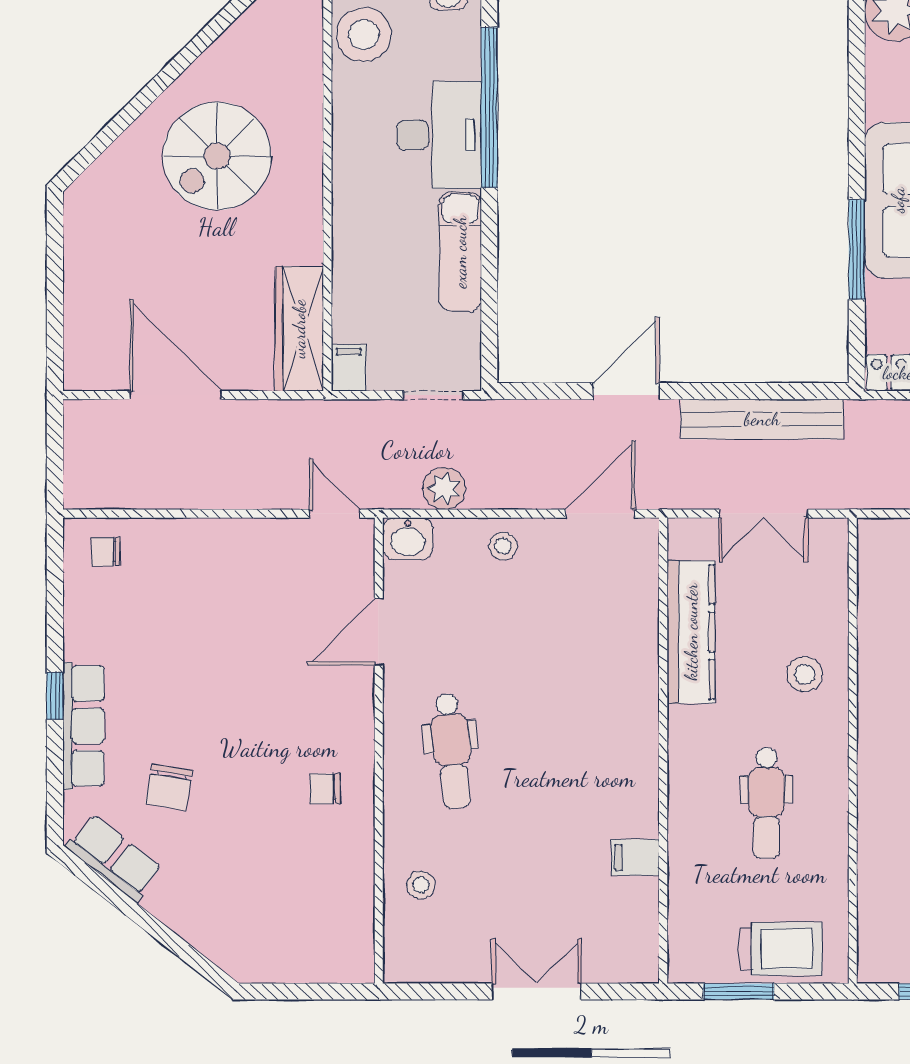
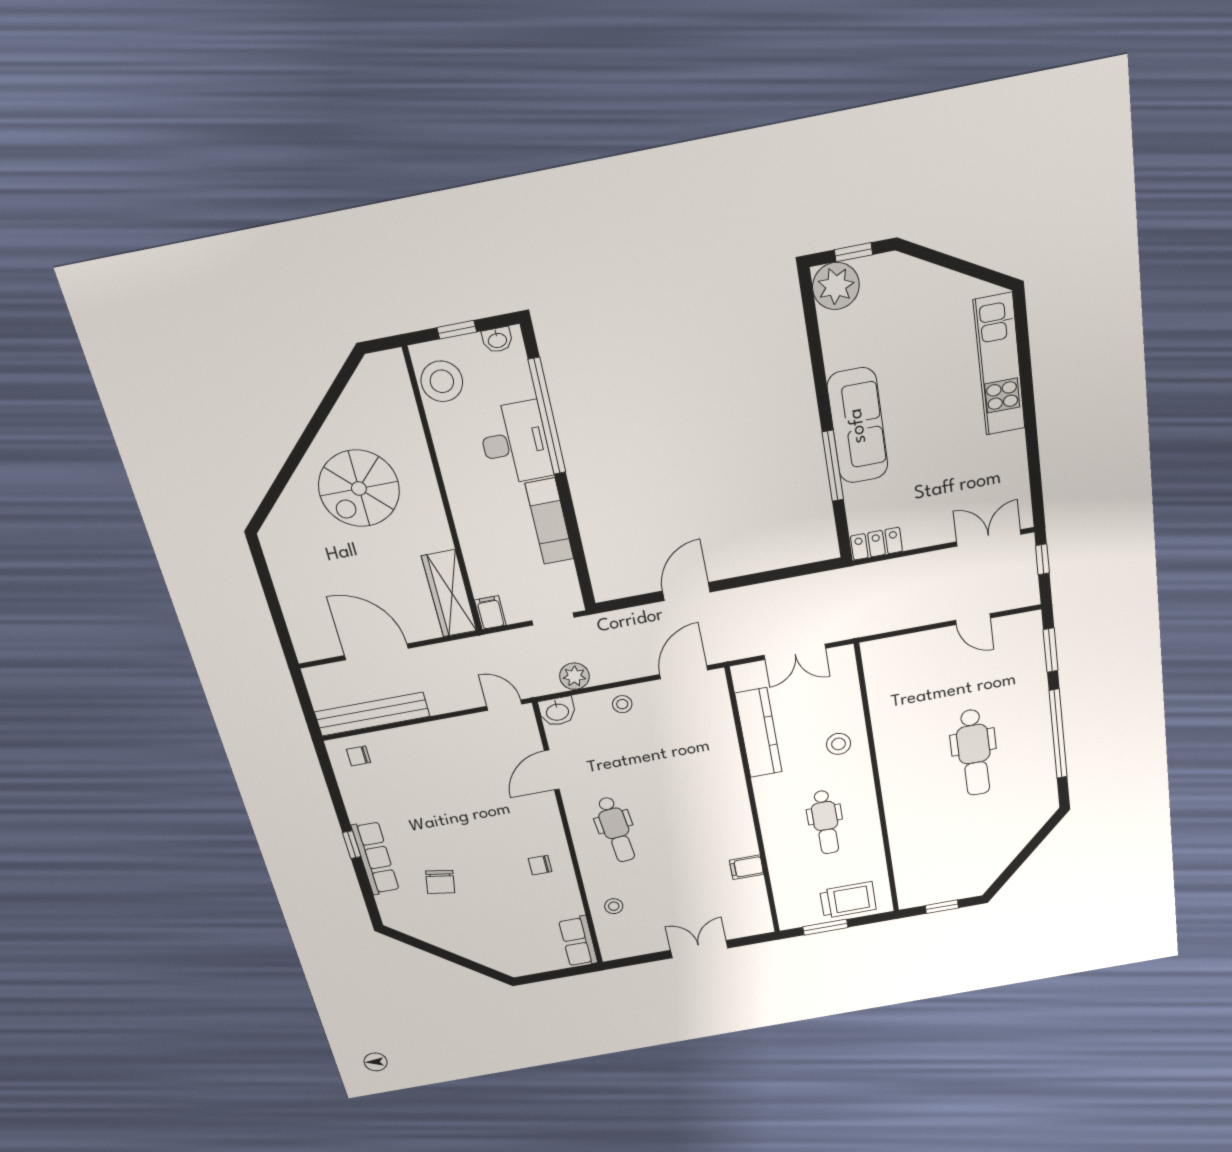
bench: (762, 419) -> (372, 714), moved
row of seats: (114, 858) -> (578, 941), moved, turned -128

